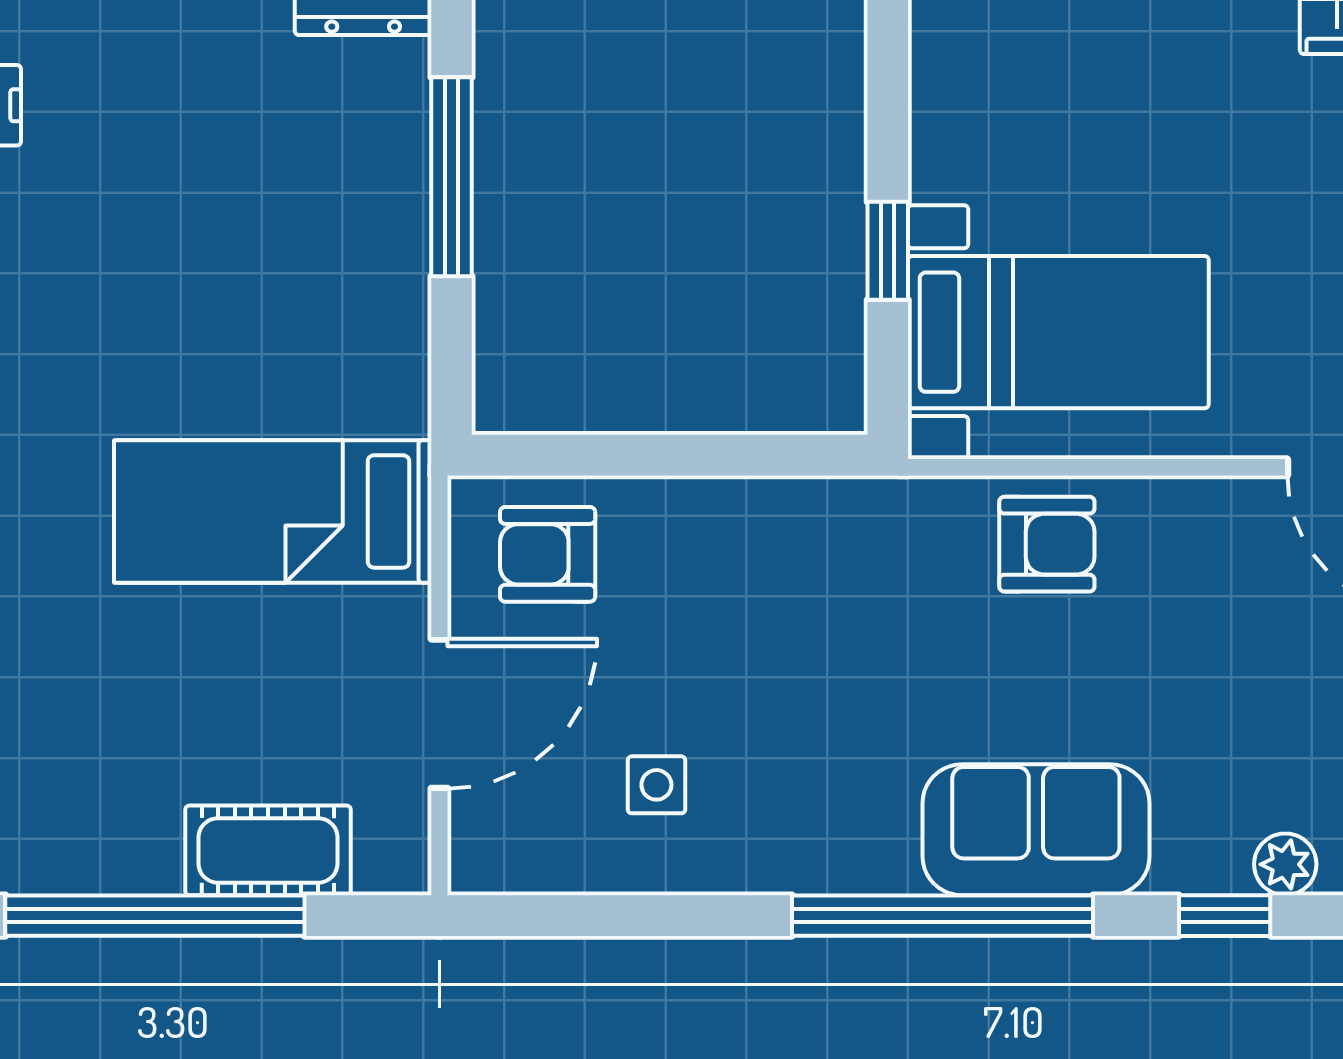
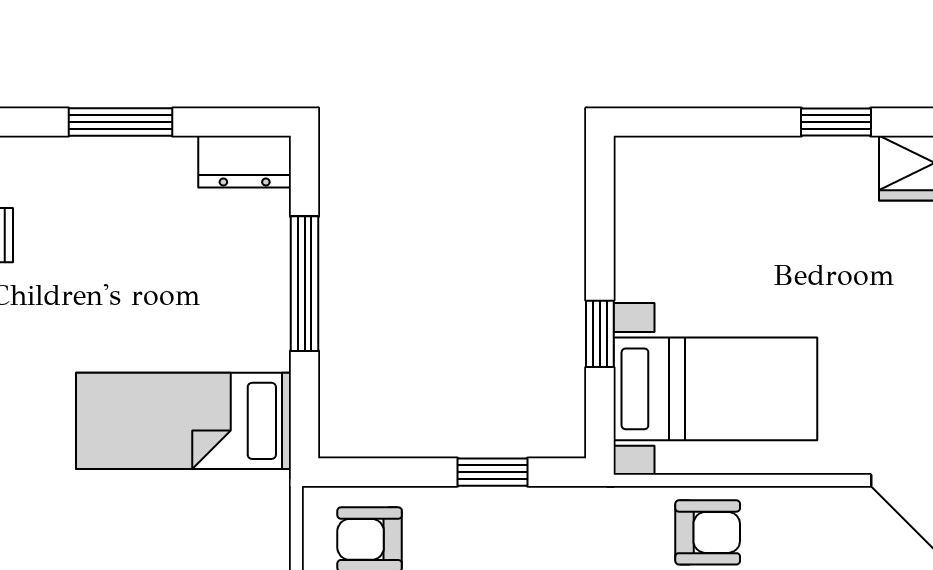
window: (729, 455) -> (493, 472), added
bed: (273, 511) -> (183, 421), moved

